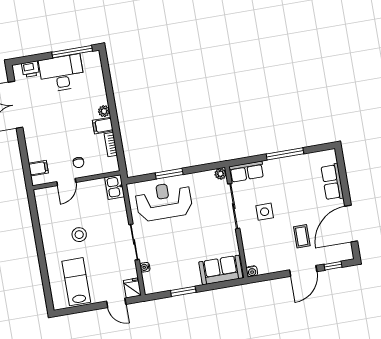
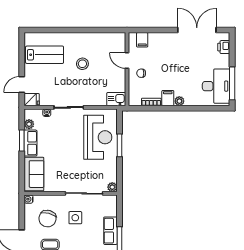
desk: (62, 73) -> (216, 86), moved
row of seats: (247, 172) -> (110, 231), moved
chair: (271, 245) -> (48, 219), added
row of seats: (185, 280) -> (31, 143), added
plant: (162, 286) -> (29, 124), added

